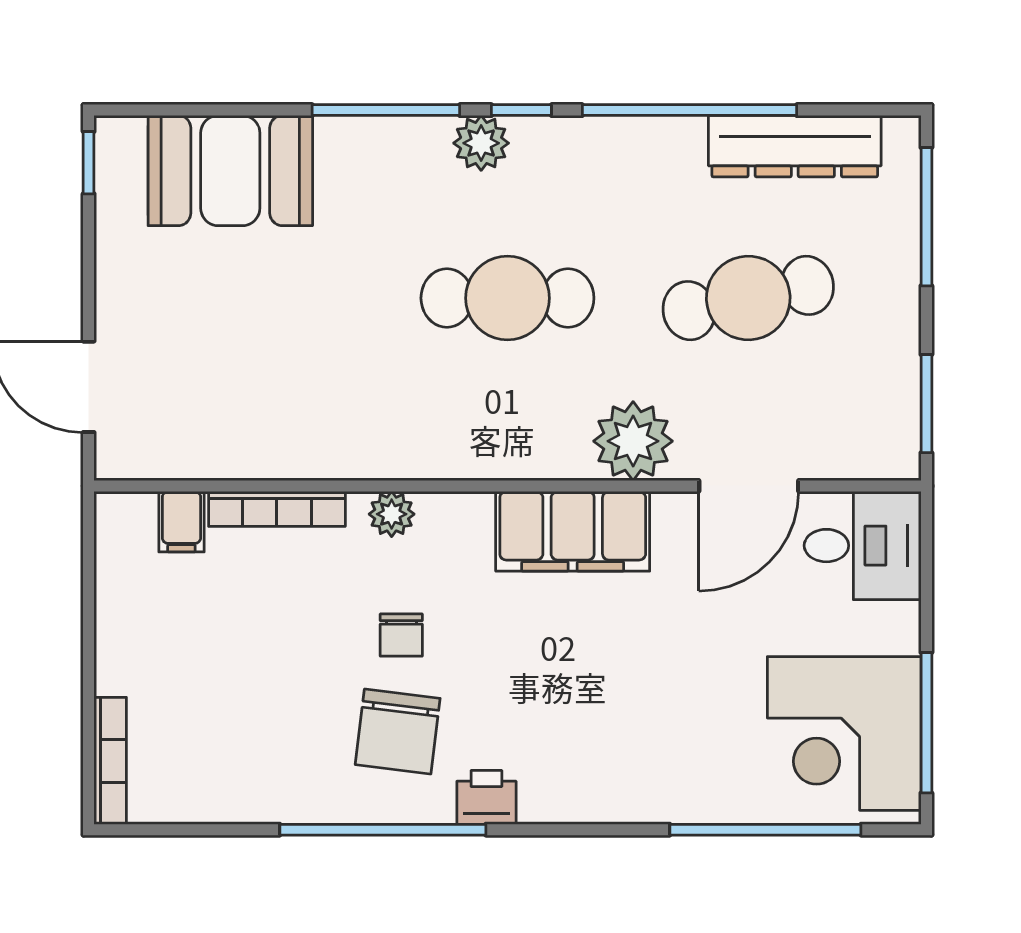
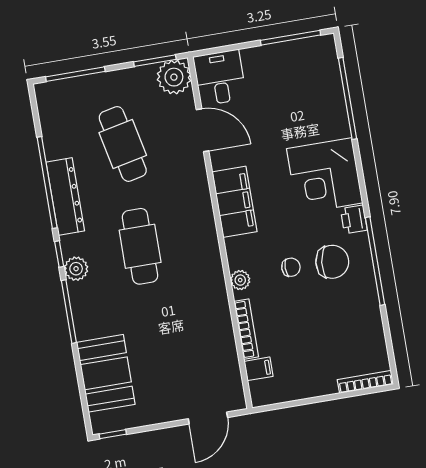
dresser: (795, 146) -> (65, 196), moved
plant: (633, 441) -> (174, 77), moved
corner desk: (844, 733) -> (325, 176), moved, turned 90

